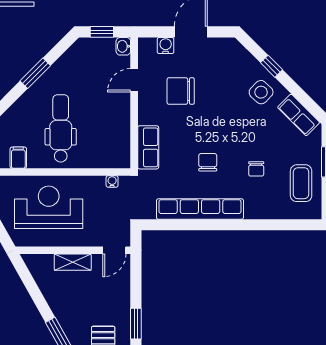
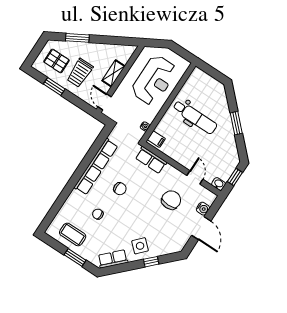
filing cabinet: (18, 158) -> (156, 139), moved
trolley: (99, 303) -> (80, 73), added

